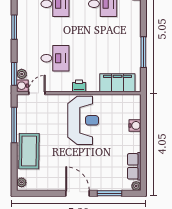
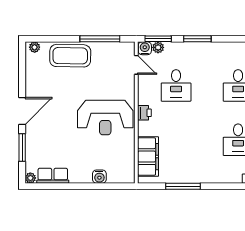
window: (14, 27) -> (197, 39), moved

